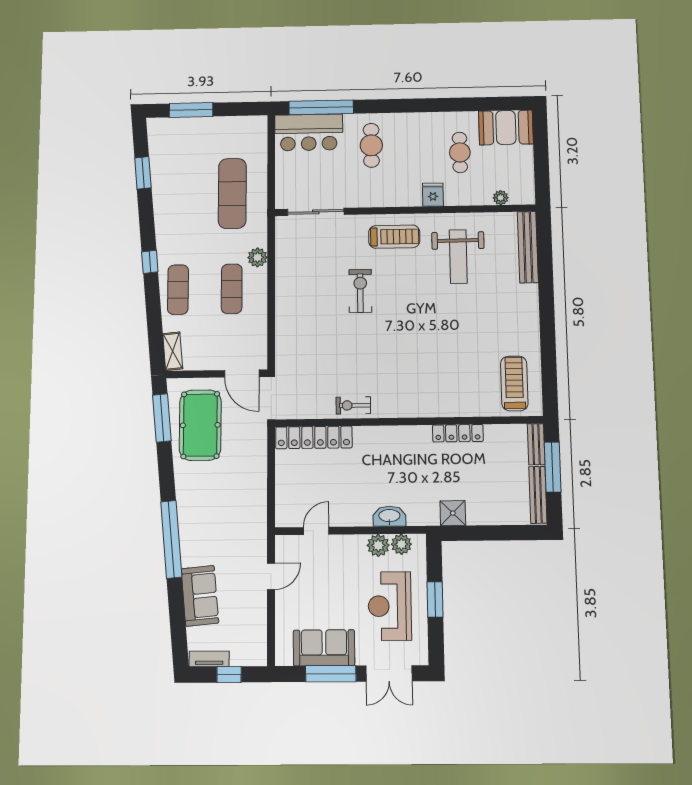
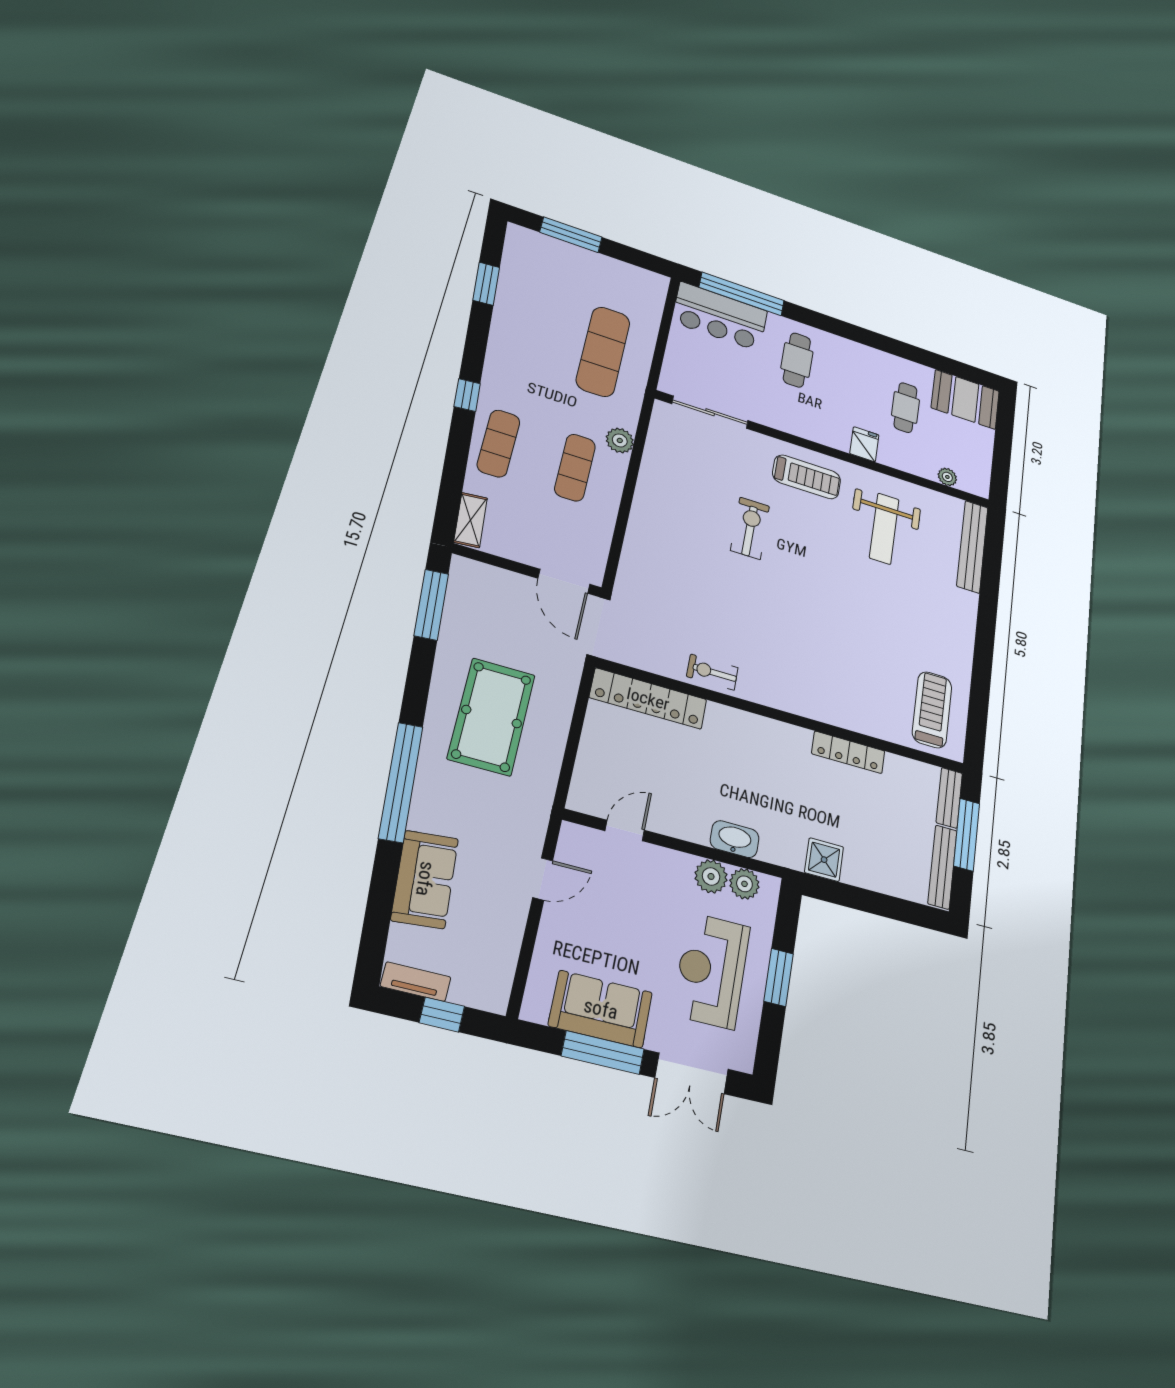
pool table: (200, 425) -> (492, 717), moved

